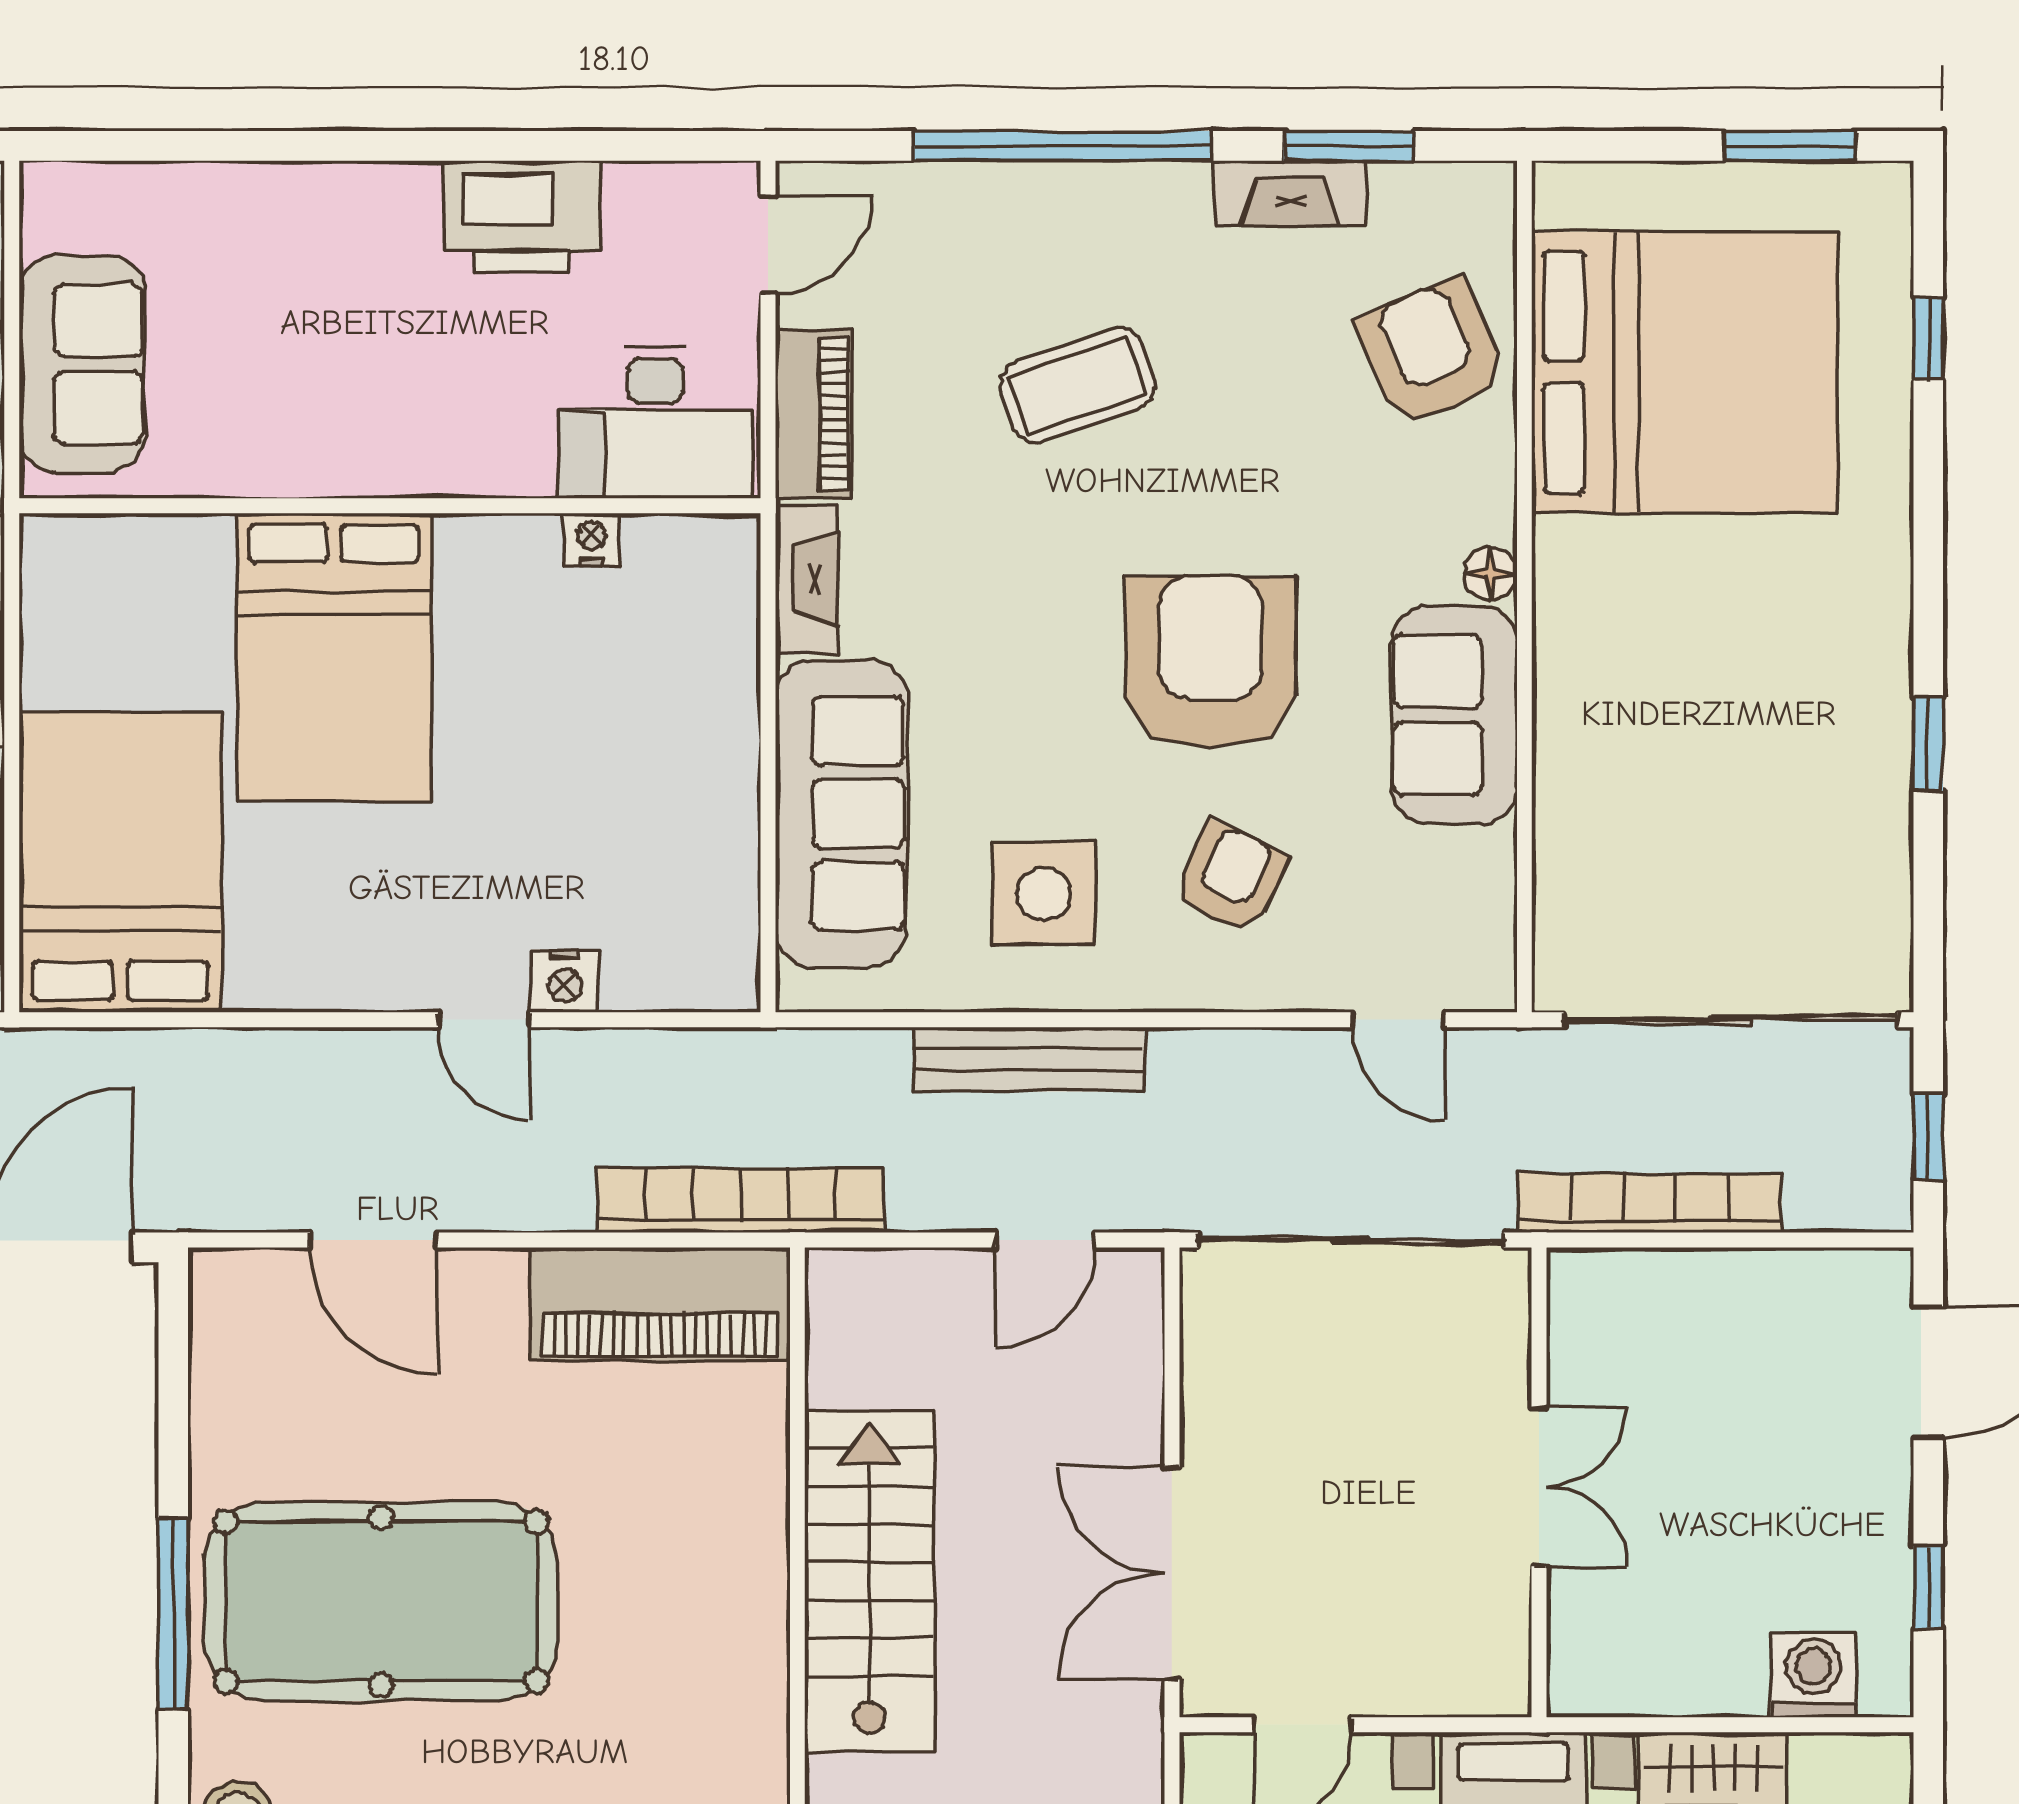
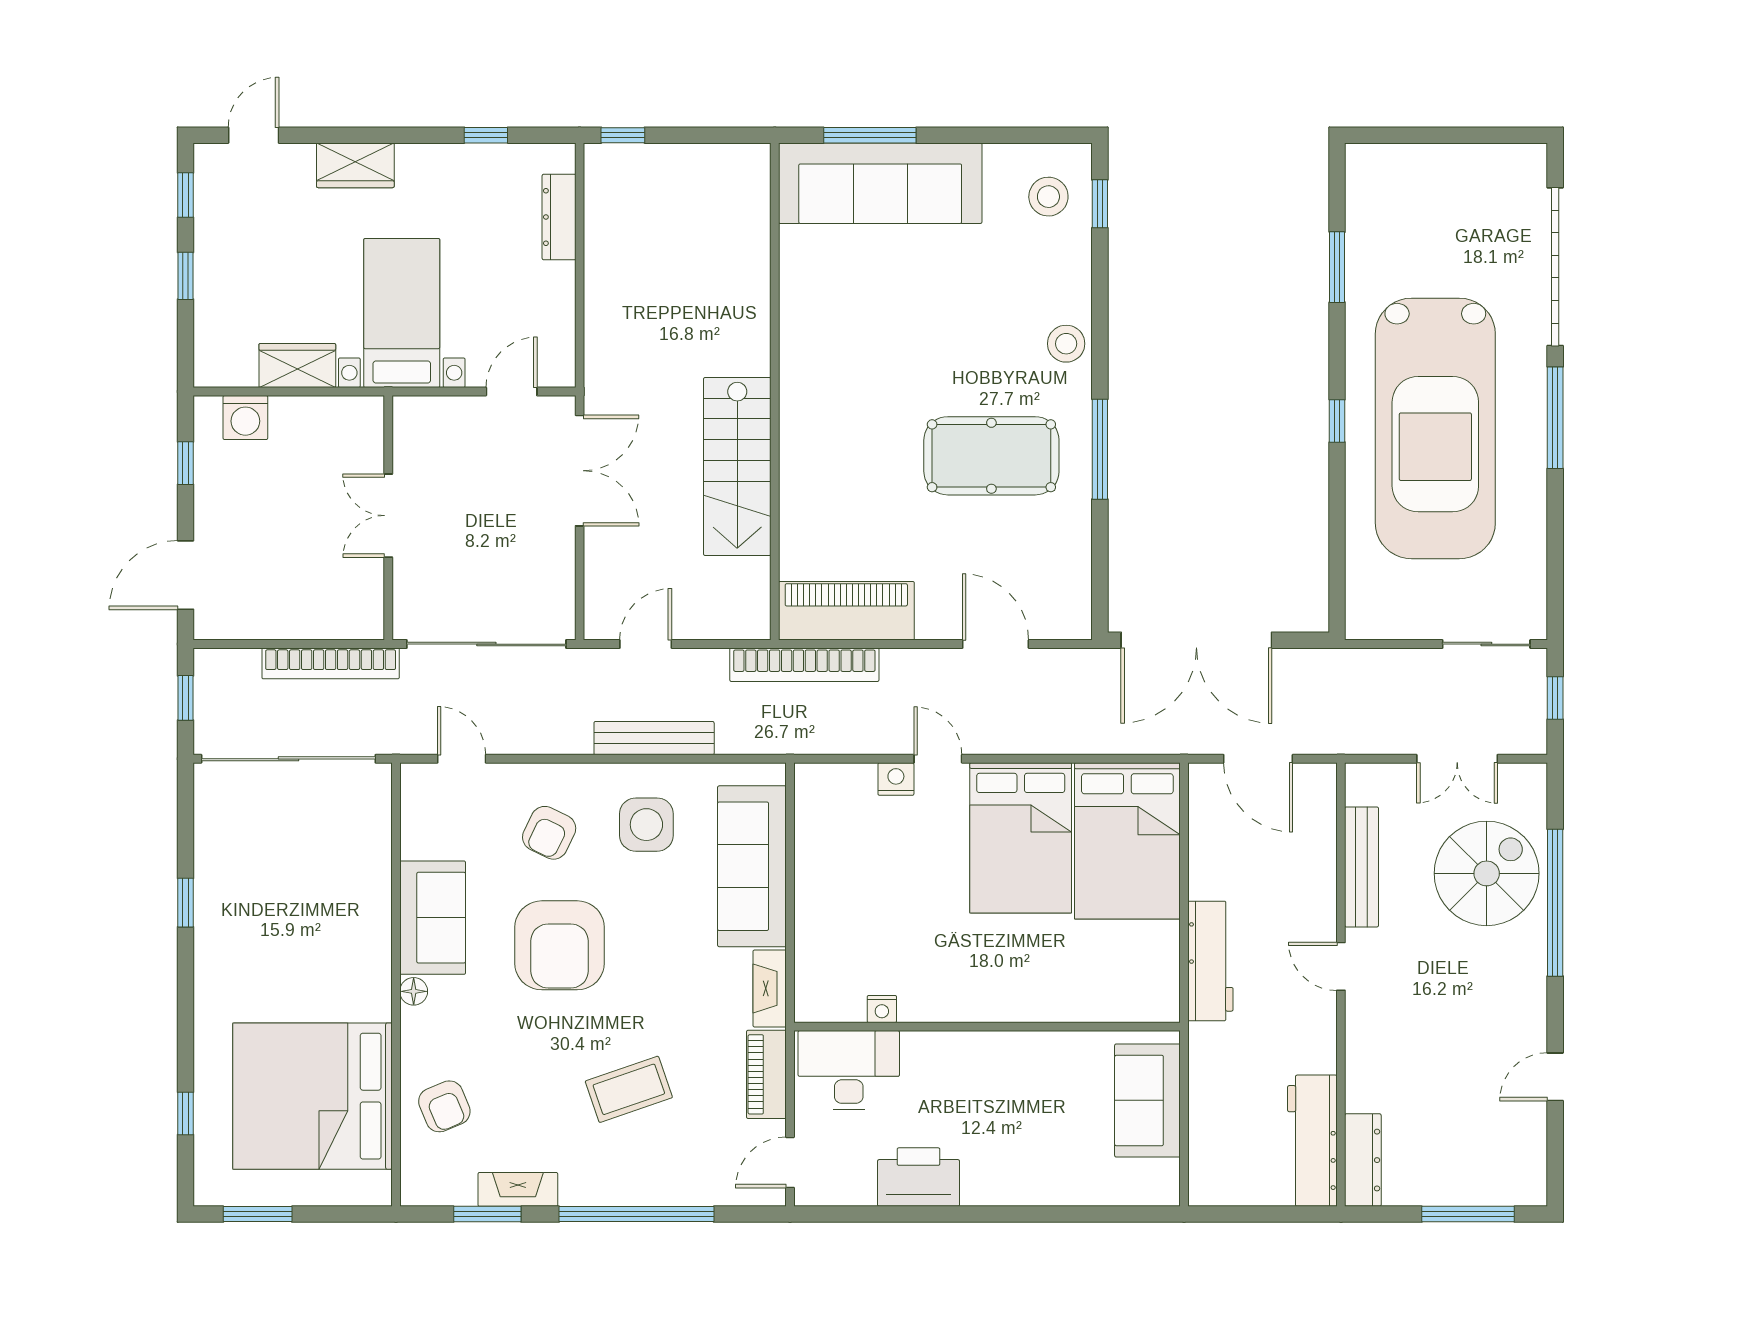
armchair: (1431, 353) -> (444, 1106), width x0.72, depth x0.72
bed: (334, 658) -> (1021, 838), moved, turned 180
pool table: (381, 1601) -> (991, 456), width x0.73, depth x0.76

